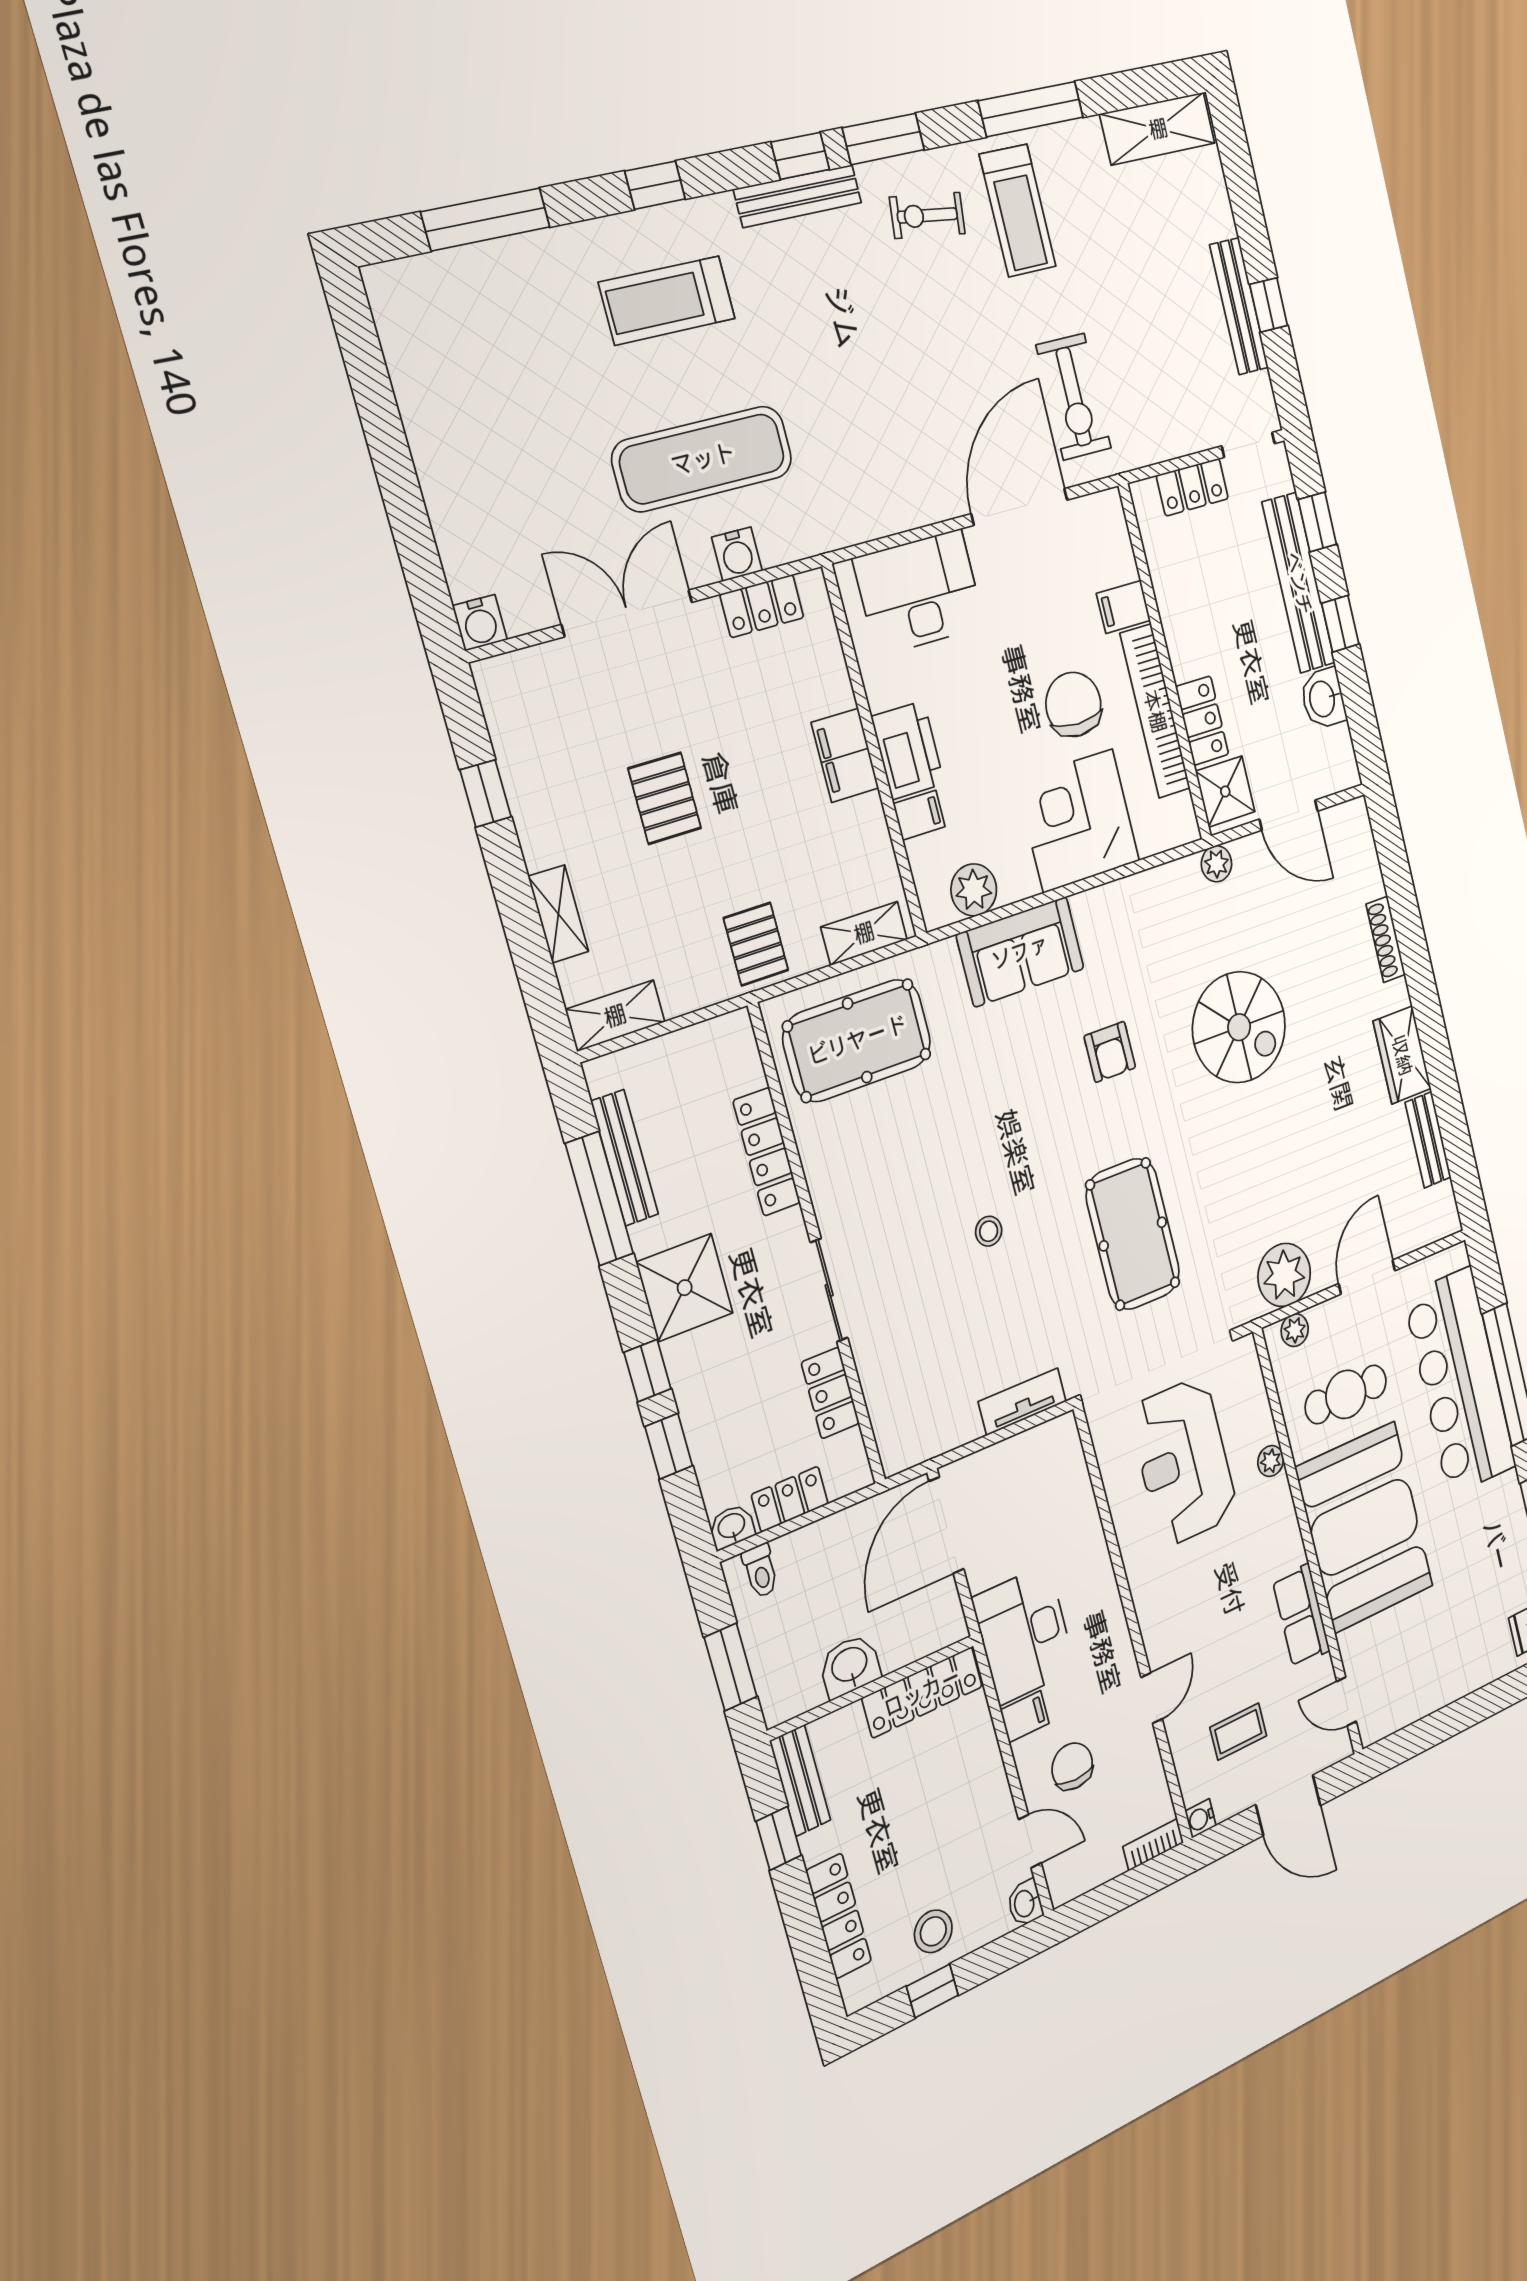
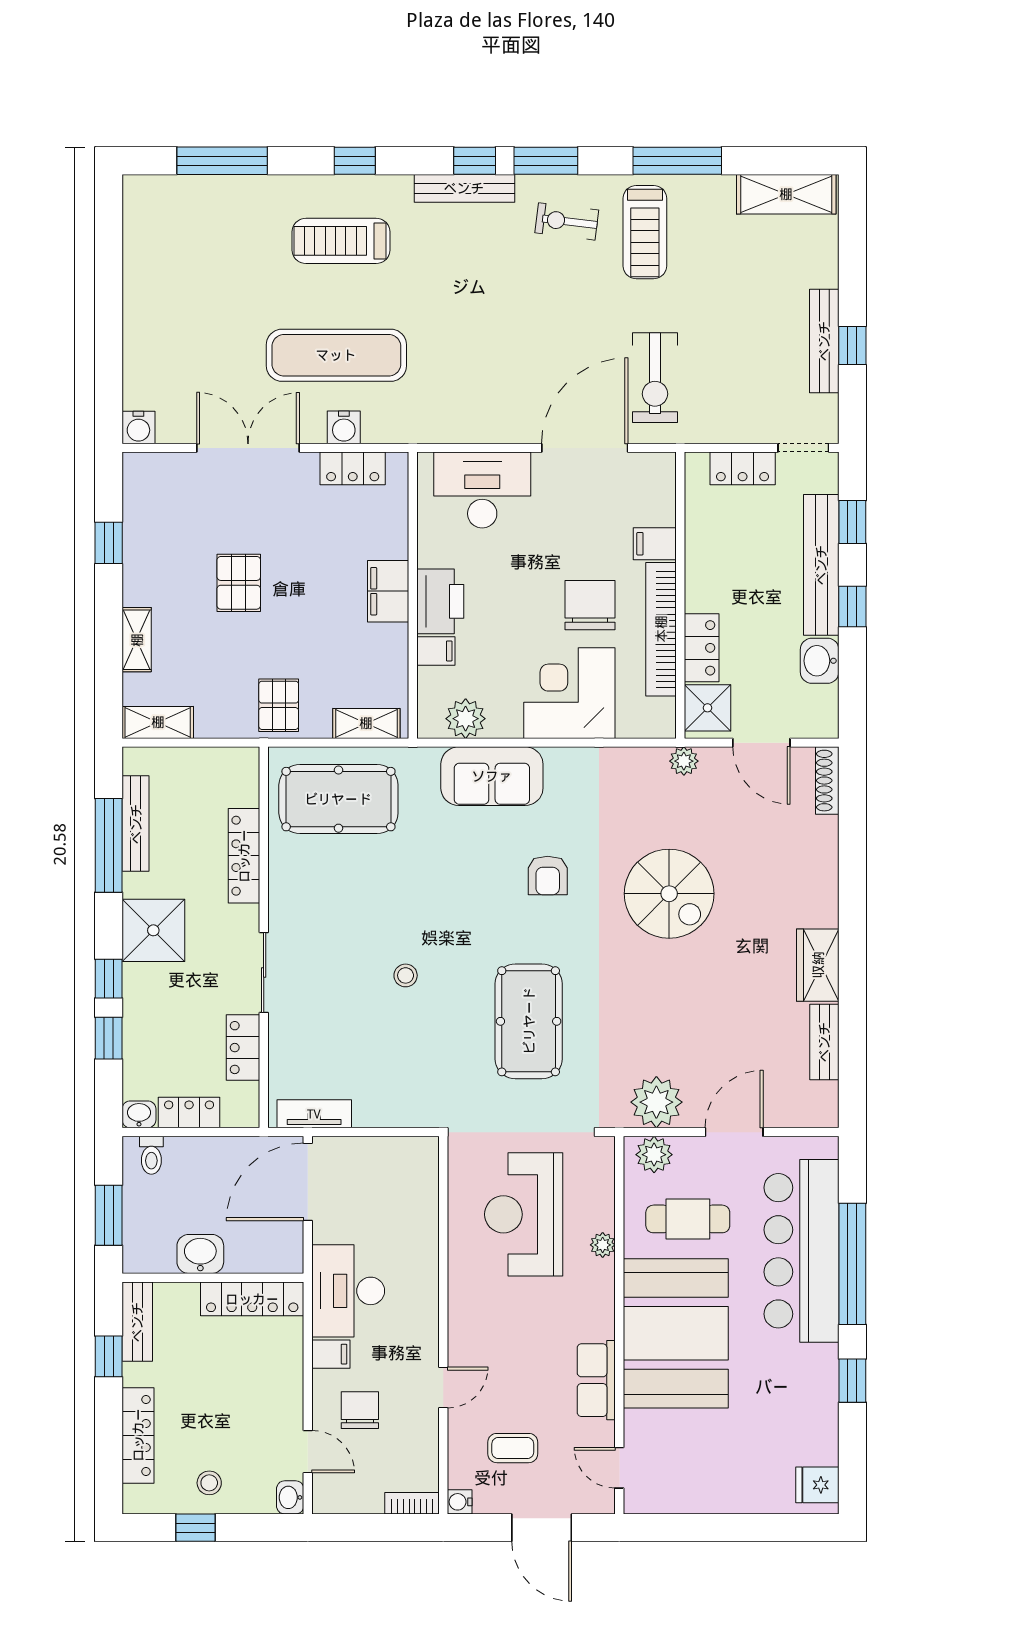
shoe rack: (1386, 939) -> (827, 781), moved
plant: (1295, 1330) -> (654, 1155), width x1.38, depth x1.38
tv unit: (1022, 1402) -> (314, 1114), moved
stool: (933, 1931) -> (209, 1483), width x0.73, depth x0.73

